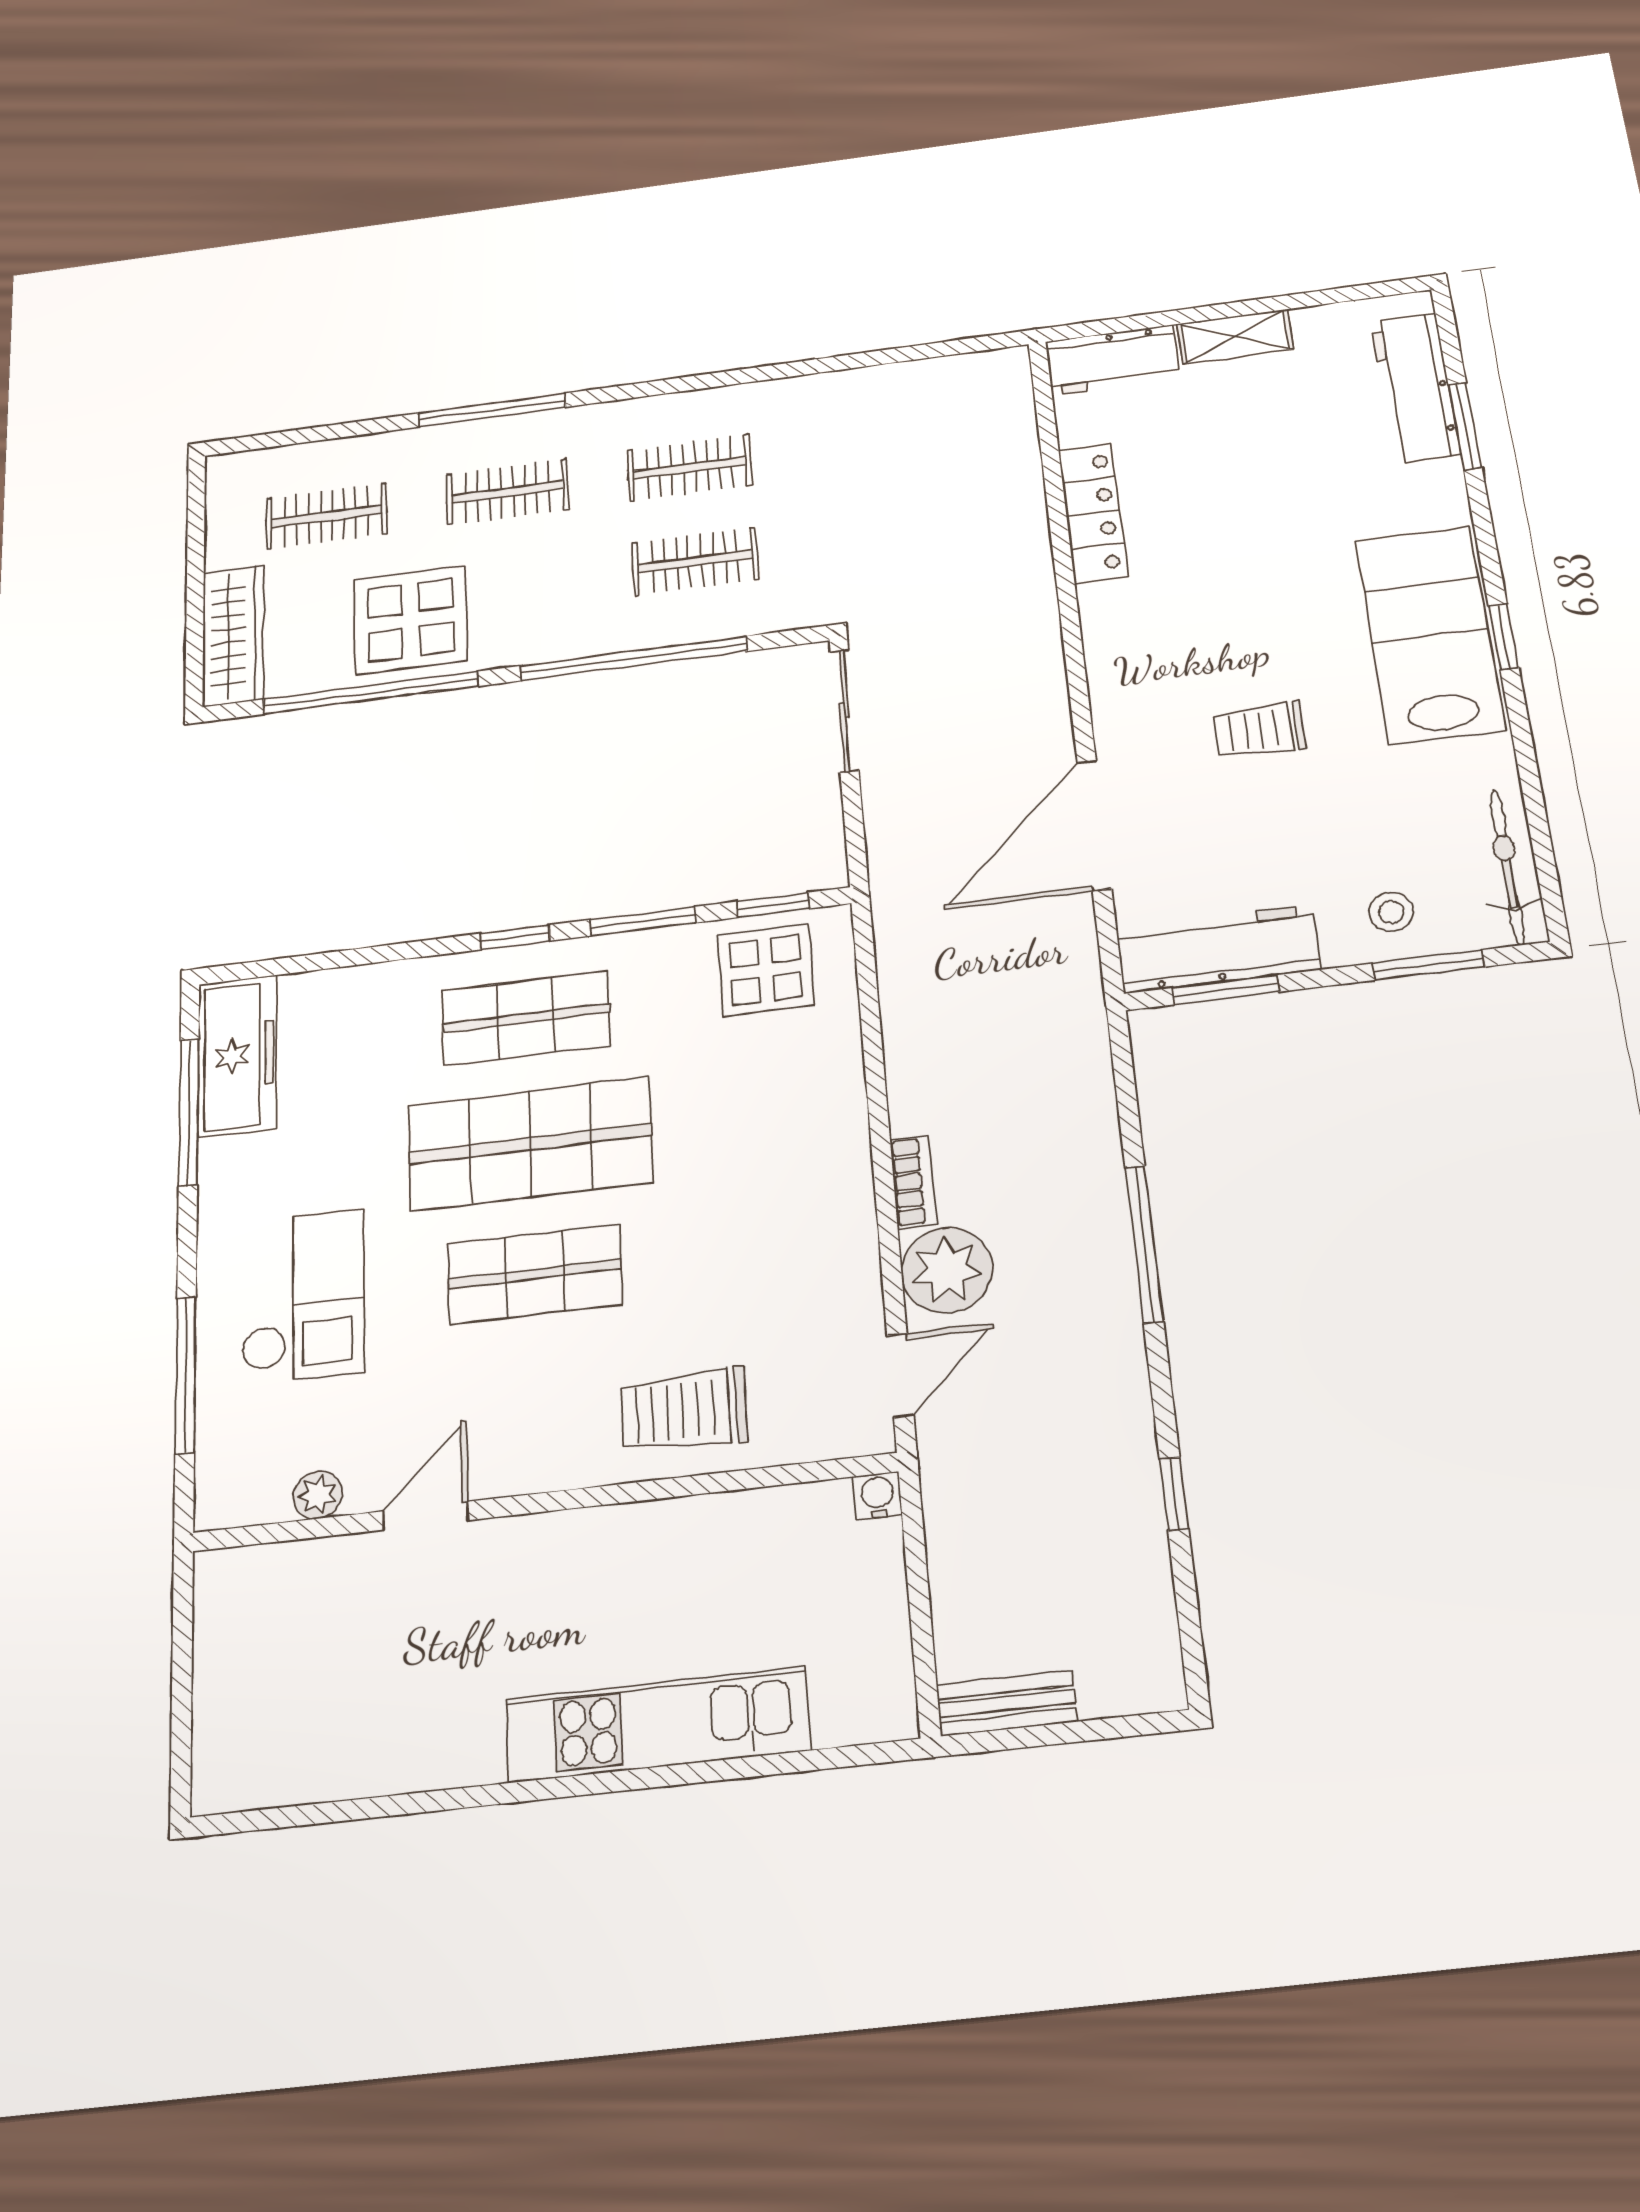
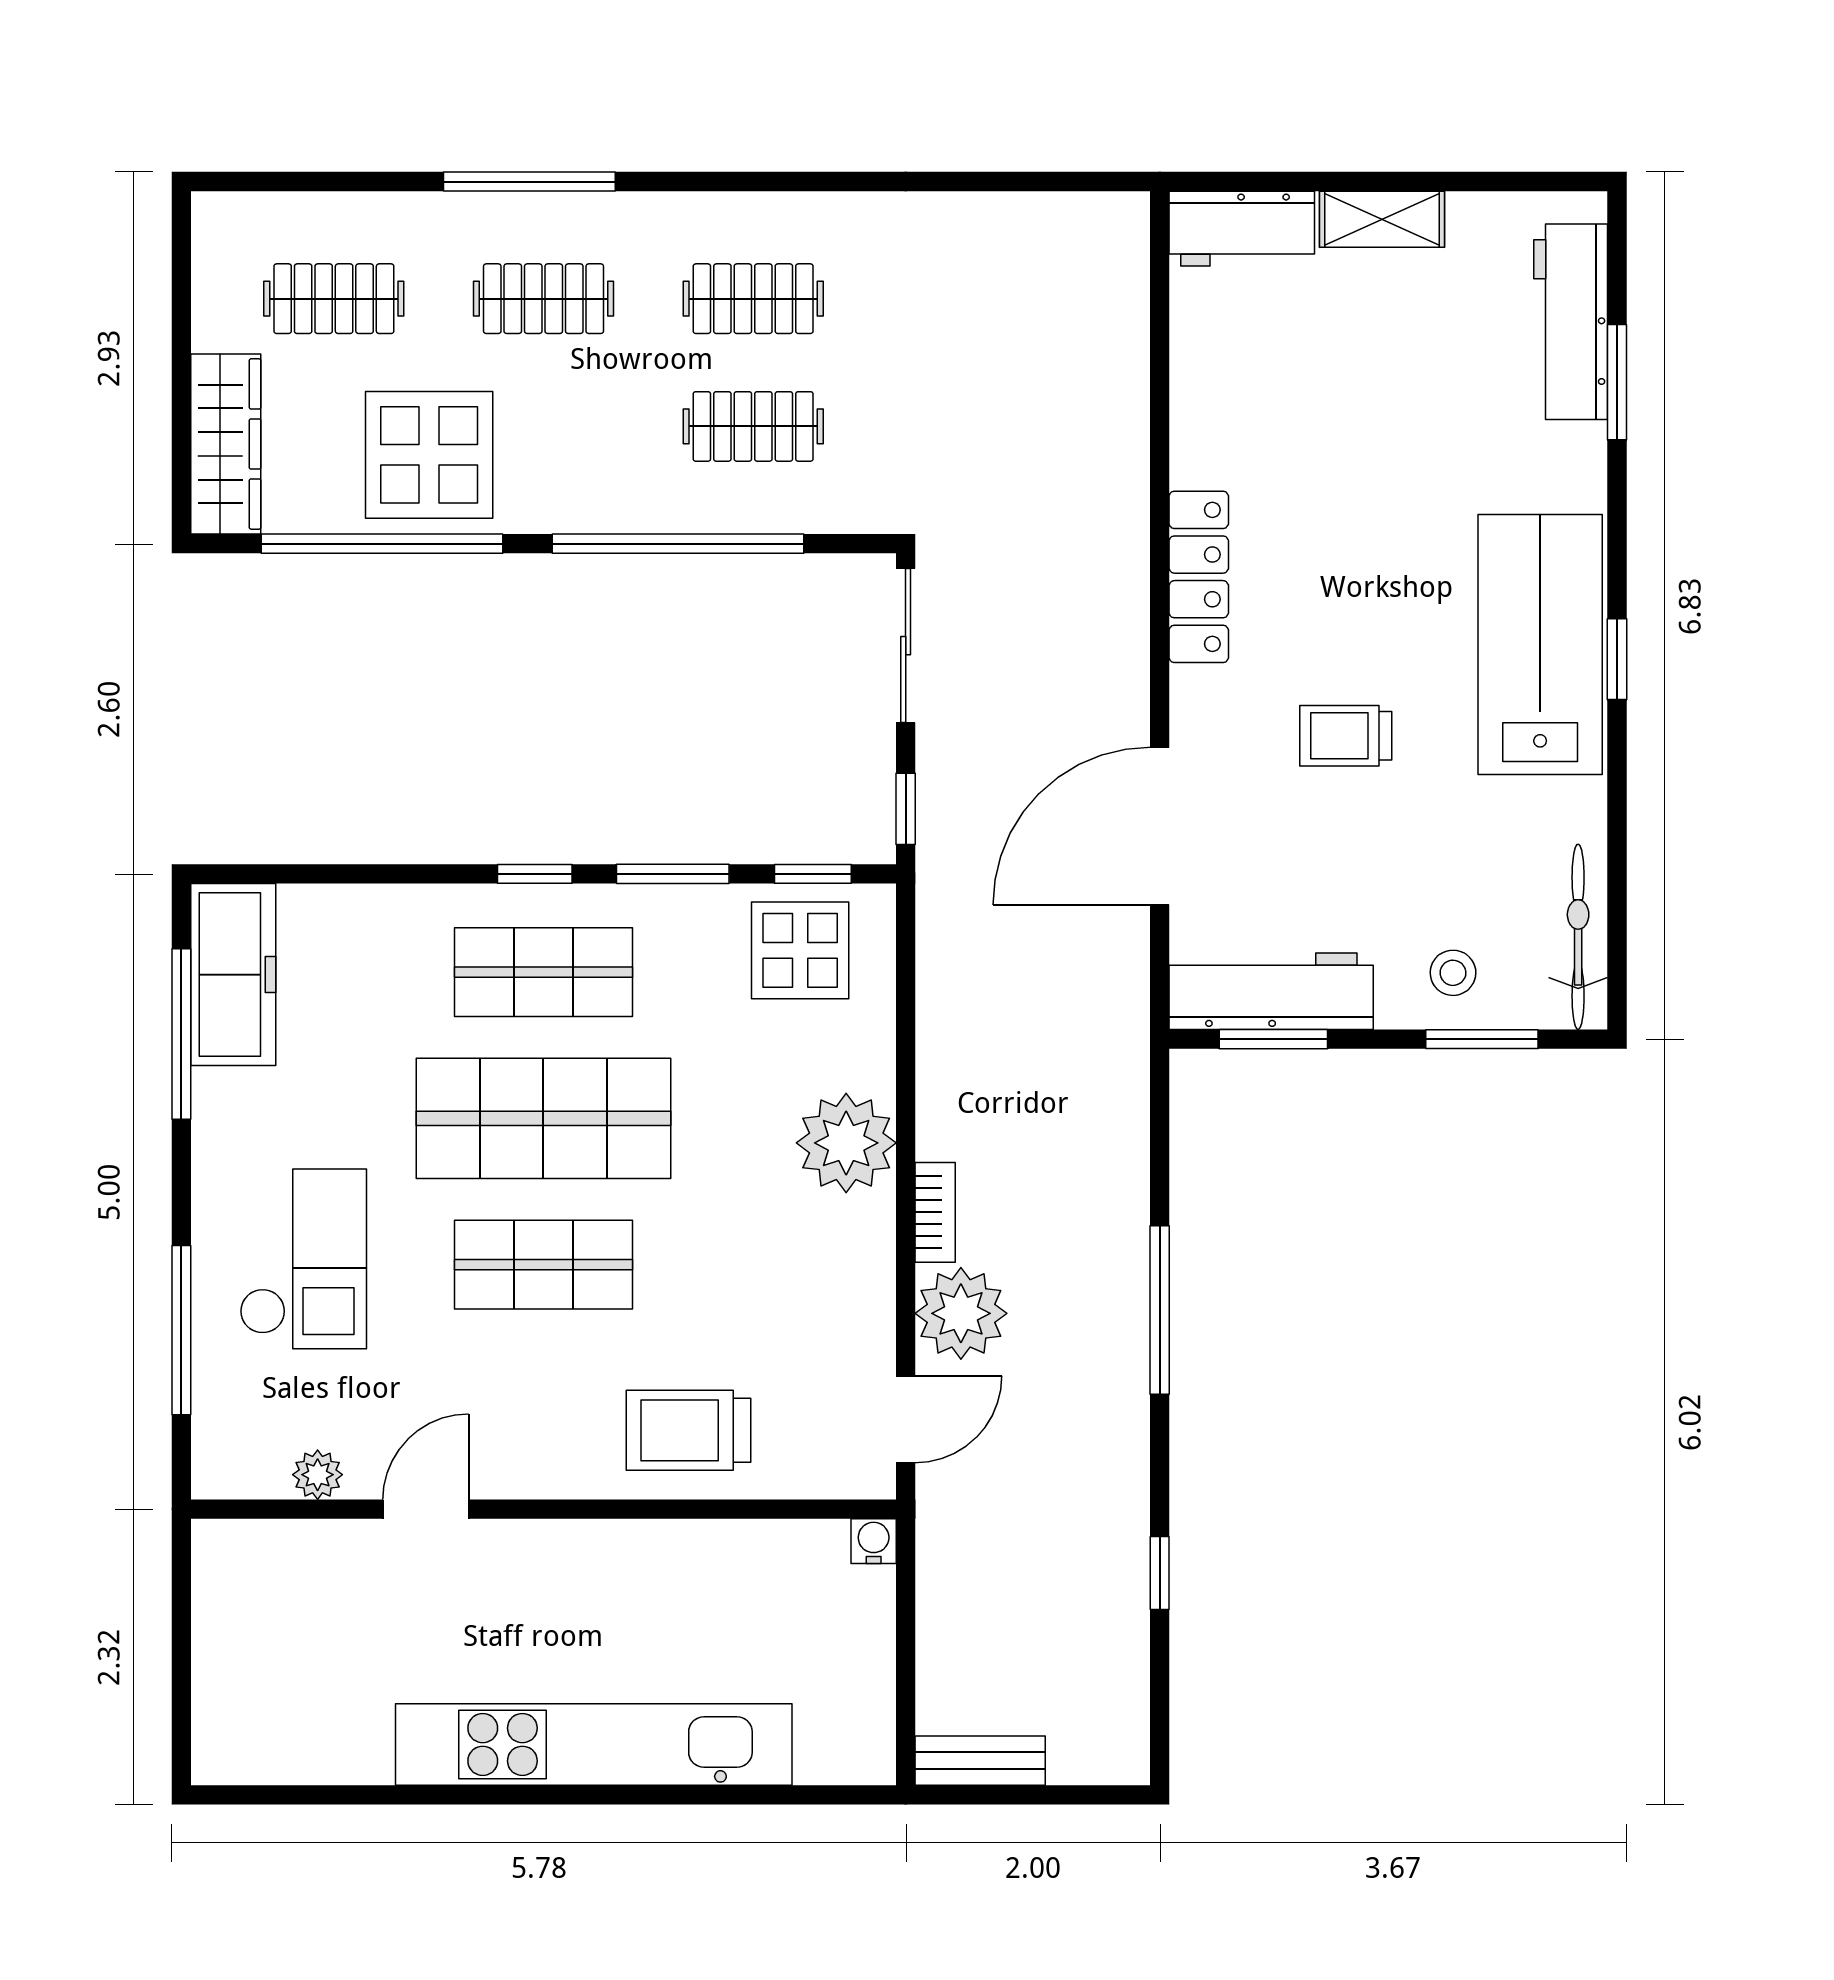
locker: (1093, 513) -> (1199, 577), moved
window: (855, 841) -> (906, 809), added
plant: (822, 1130) -> (846, 1143), added
kitchen unit: (658, 1725) -> (594, 1744), width x1.36

